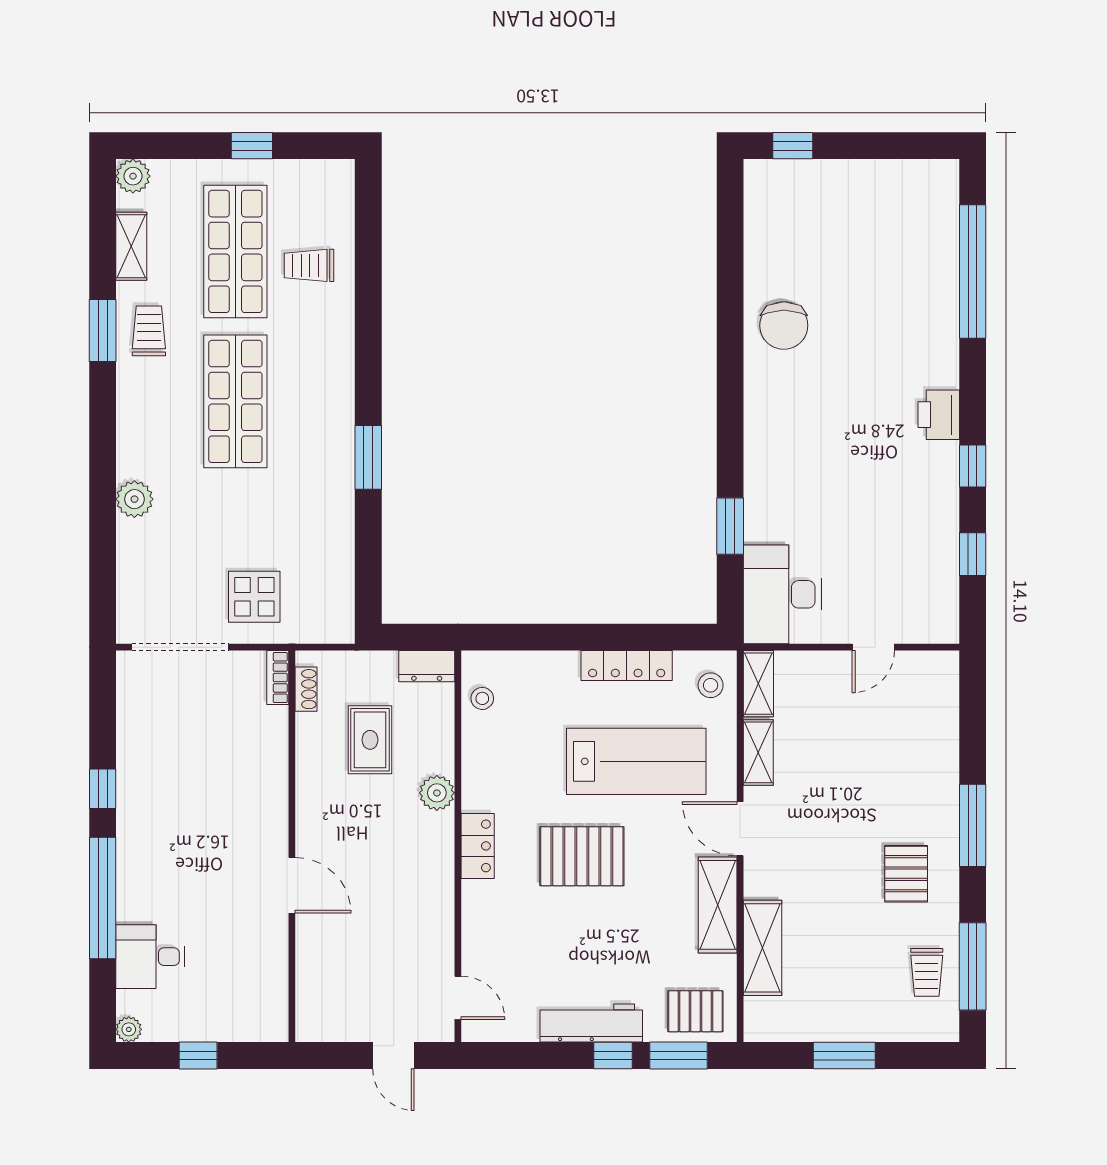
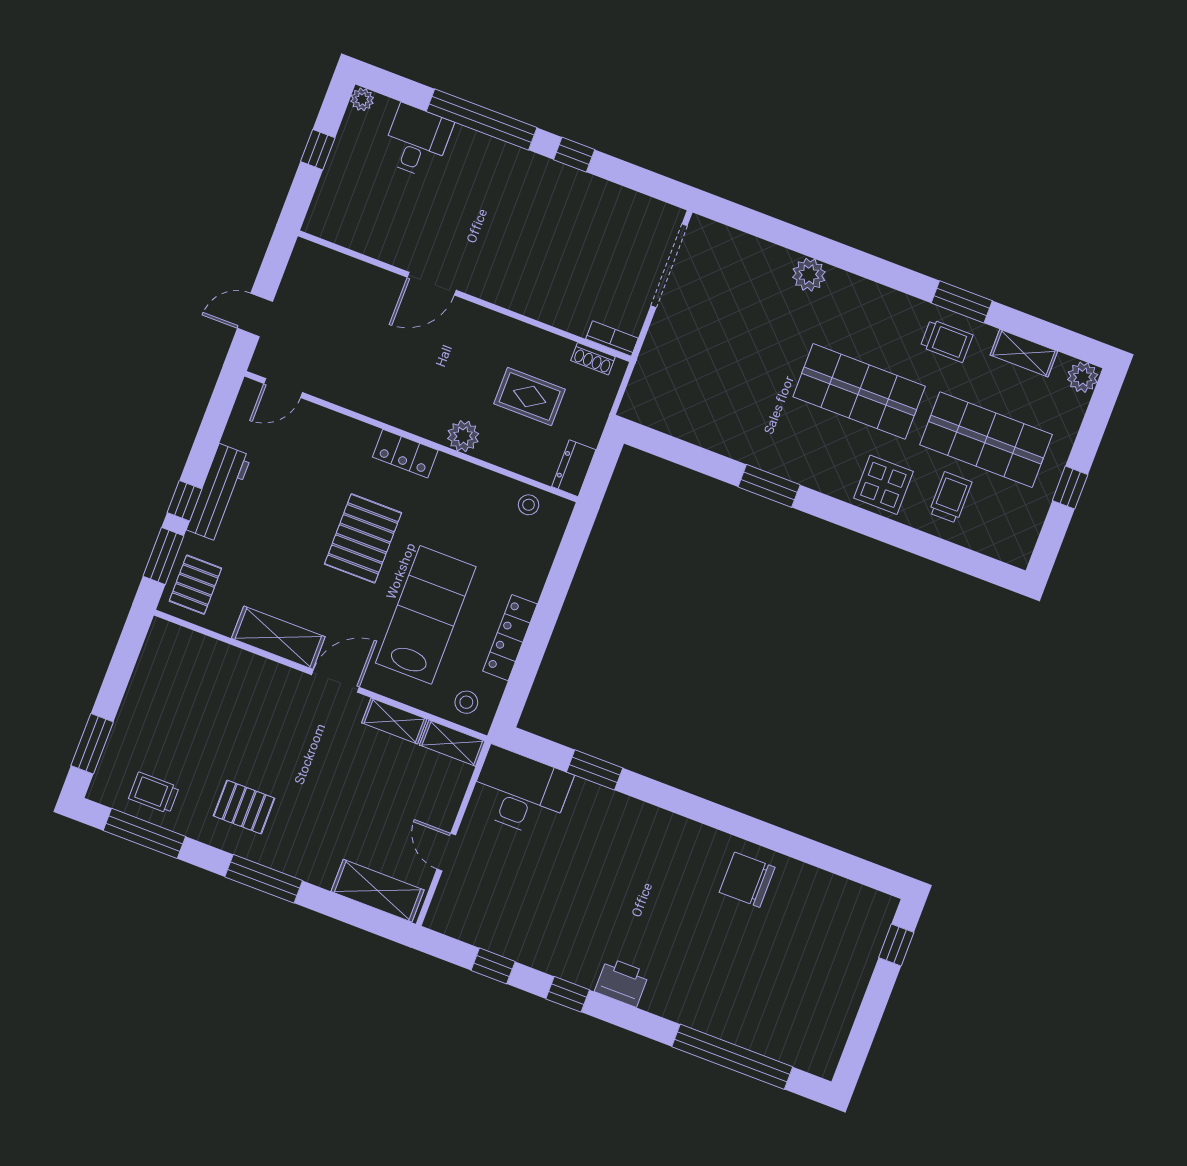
display table: (254, 597) -> (883, 485), moved
lab bench: (636, 761) -> (426, 615), turned 180
shelving: (763, 948) -> (378, 891), moved
window: (844, 1056) -> (92, 744), moved

